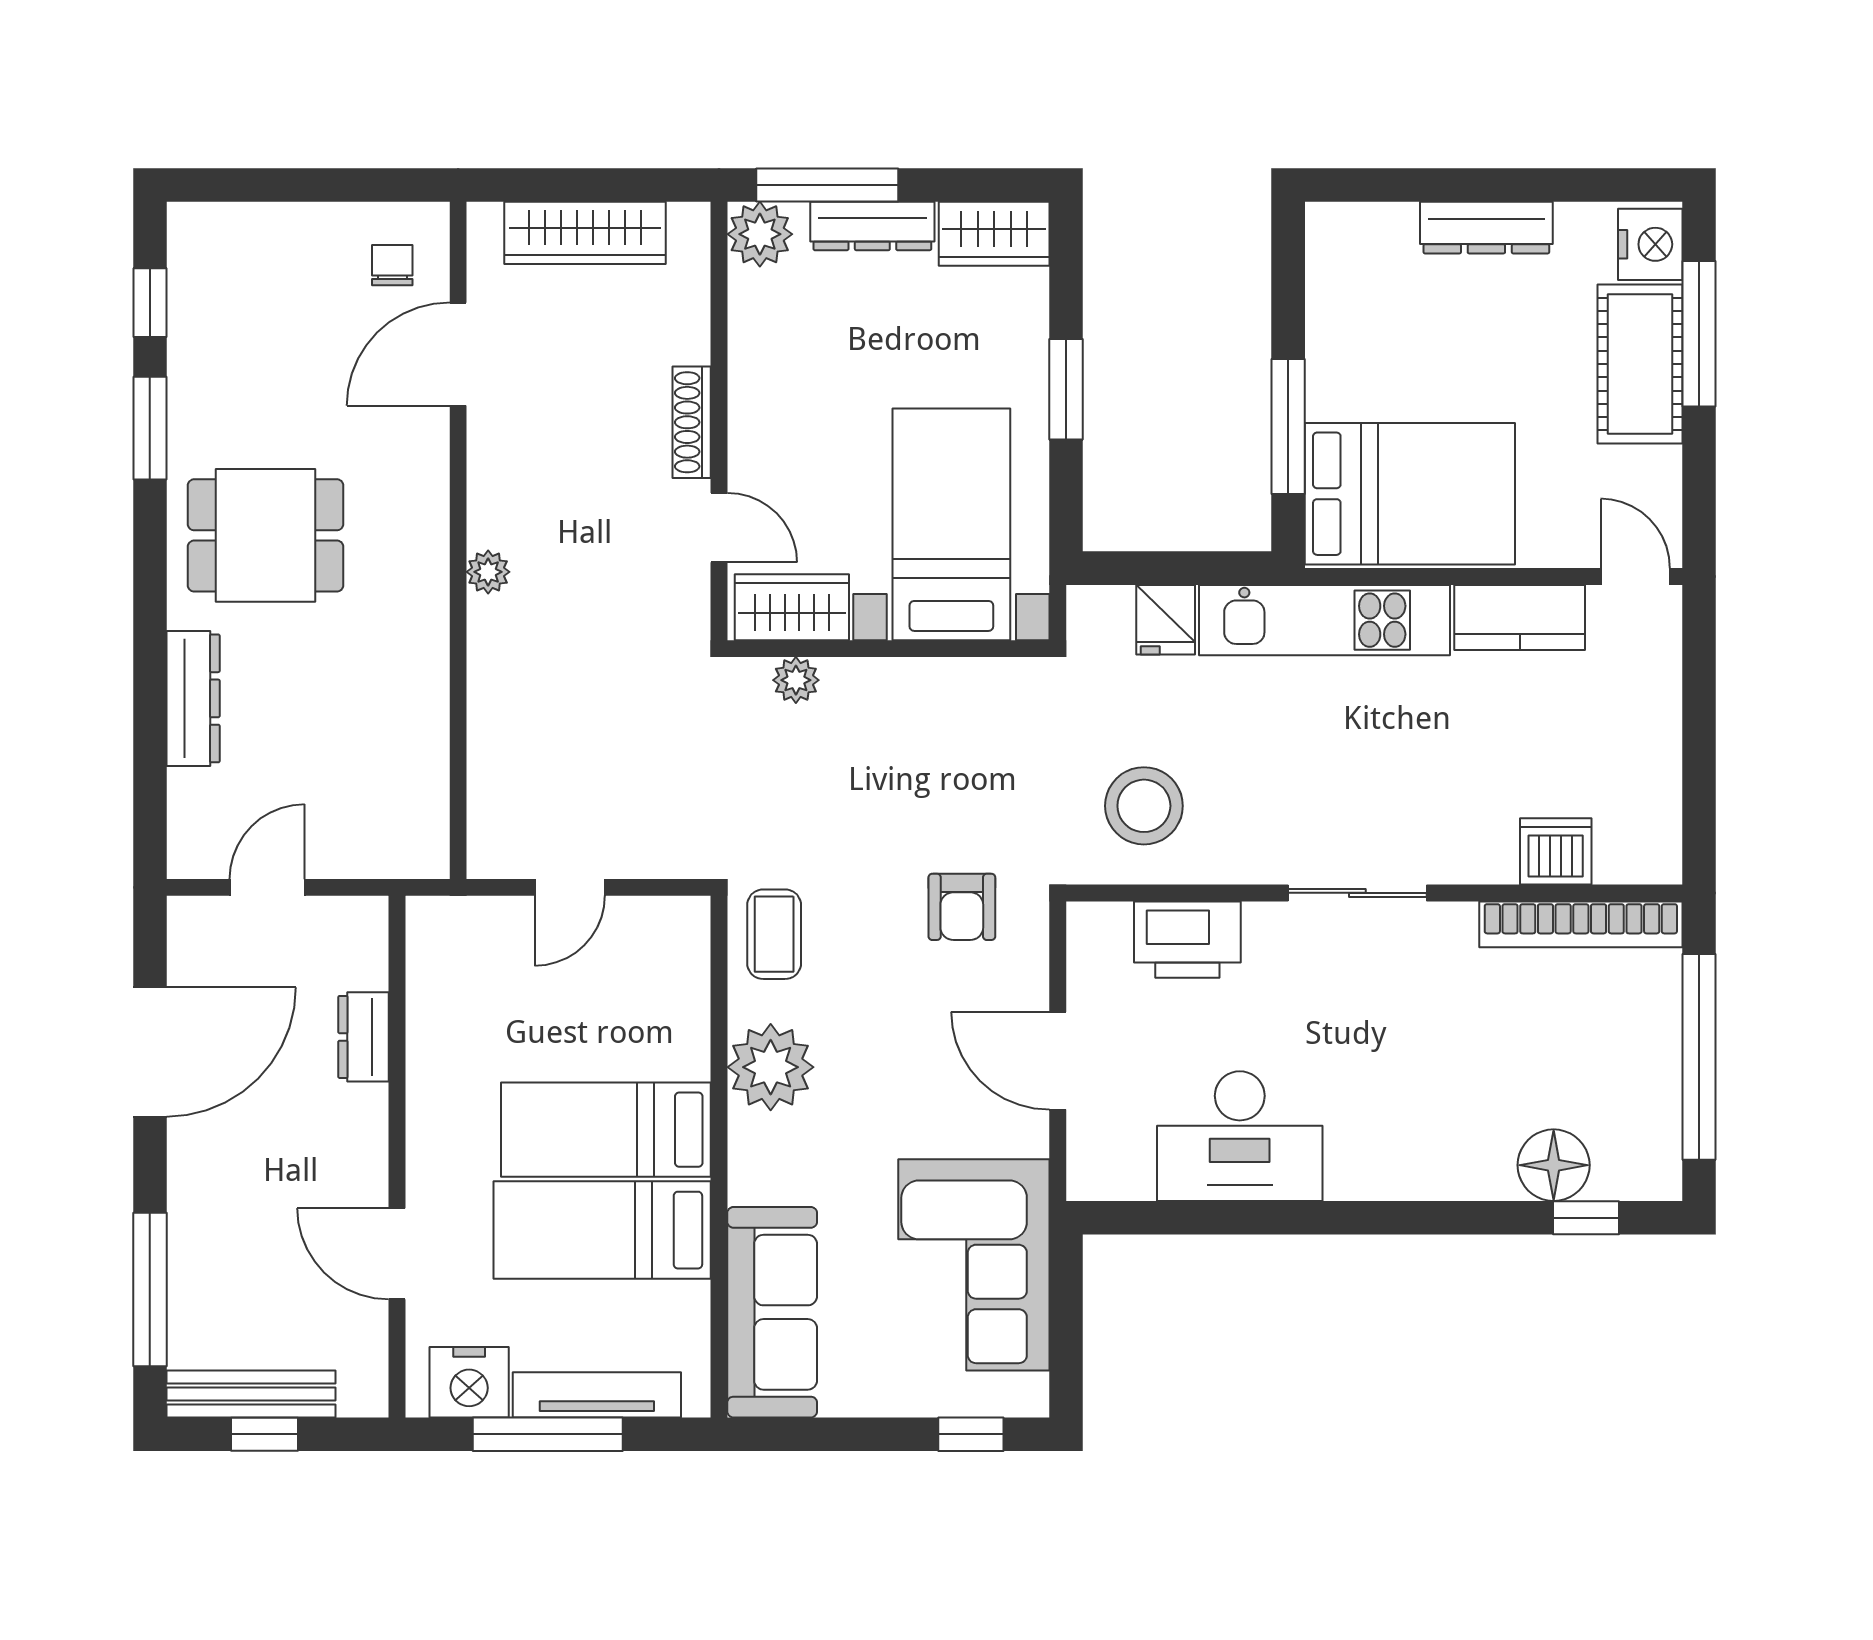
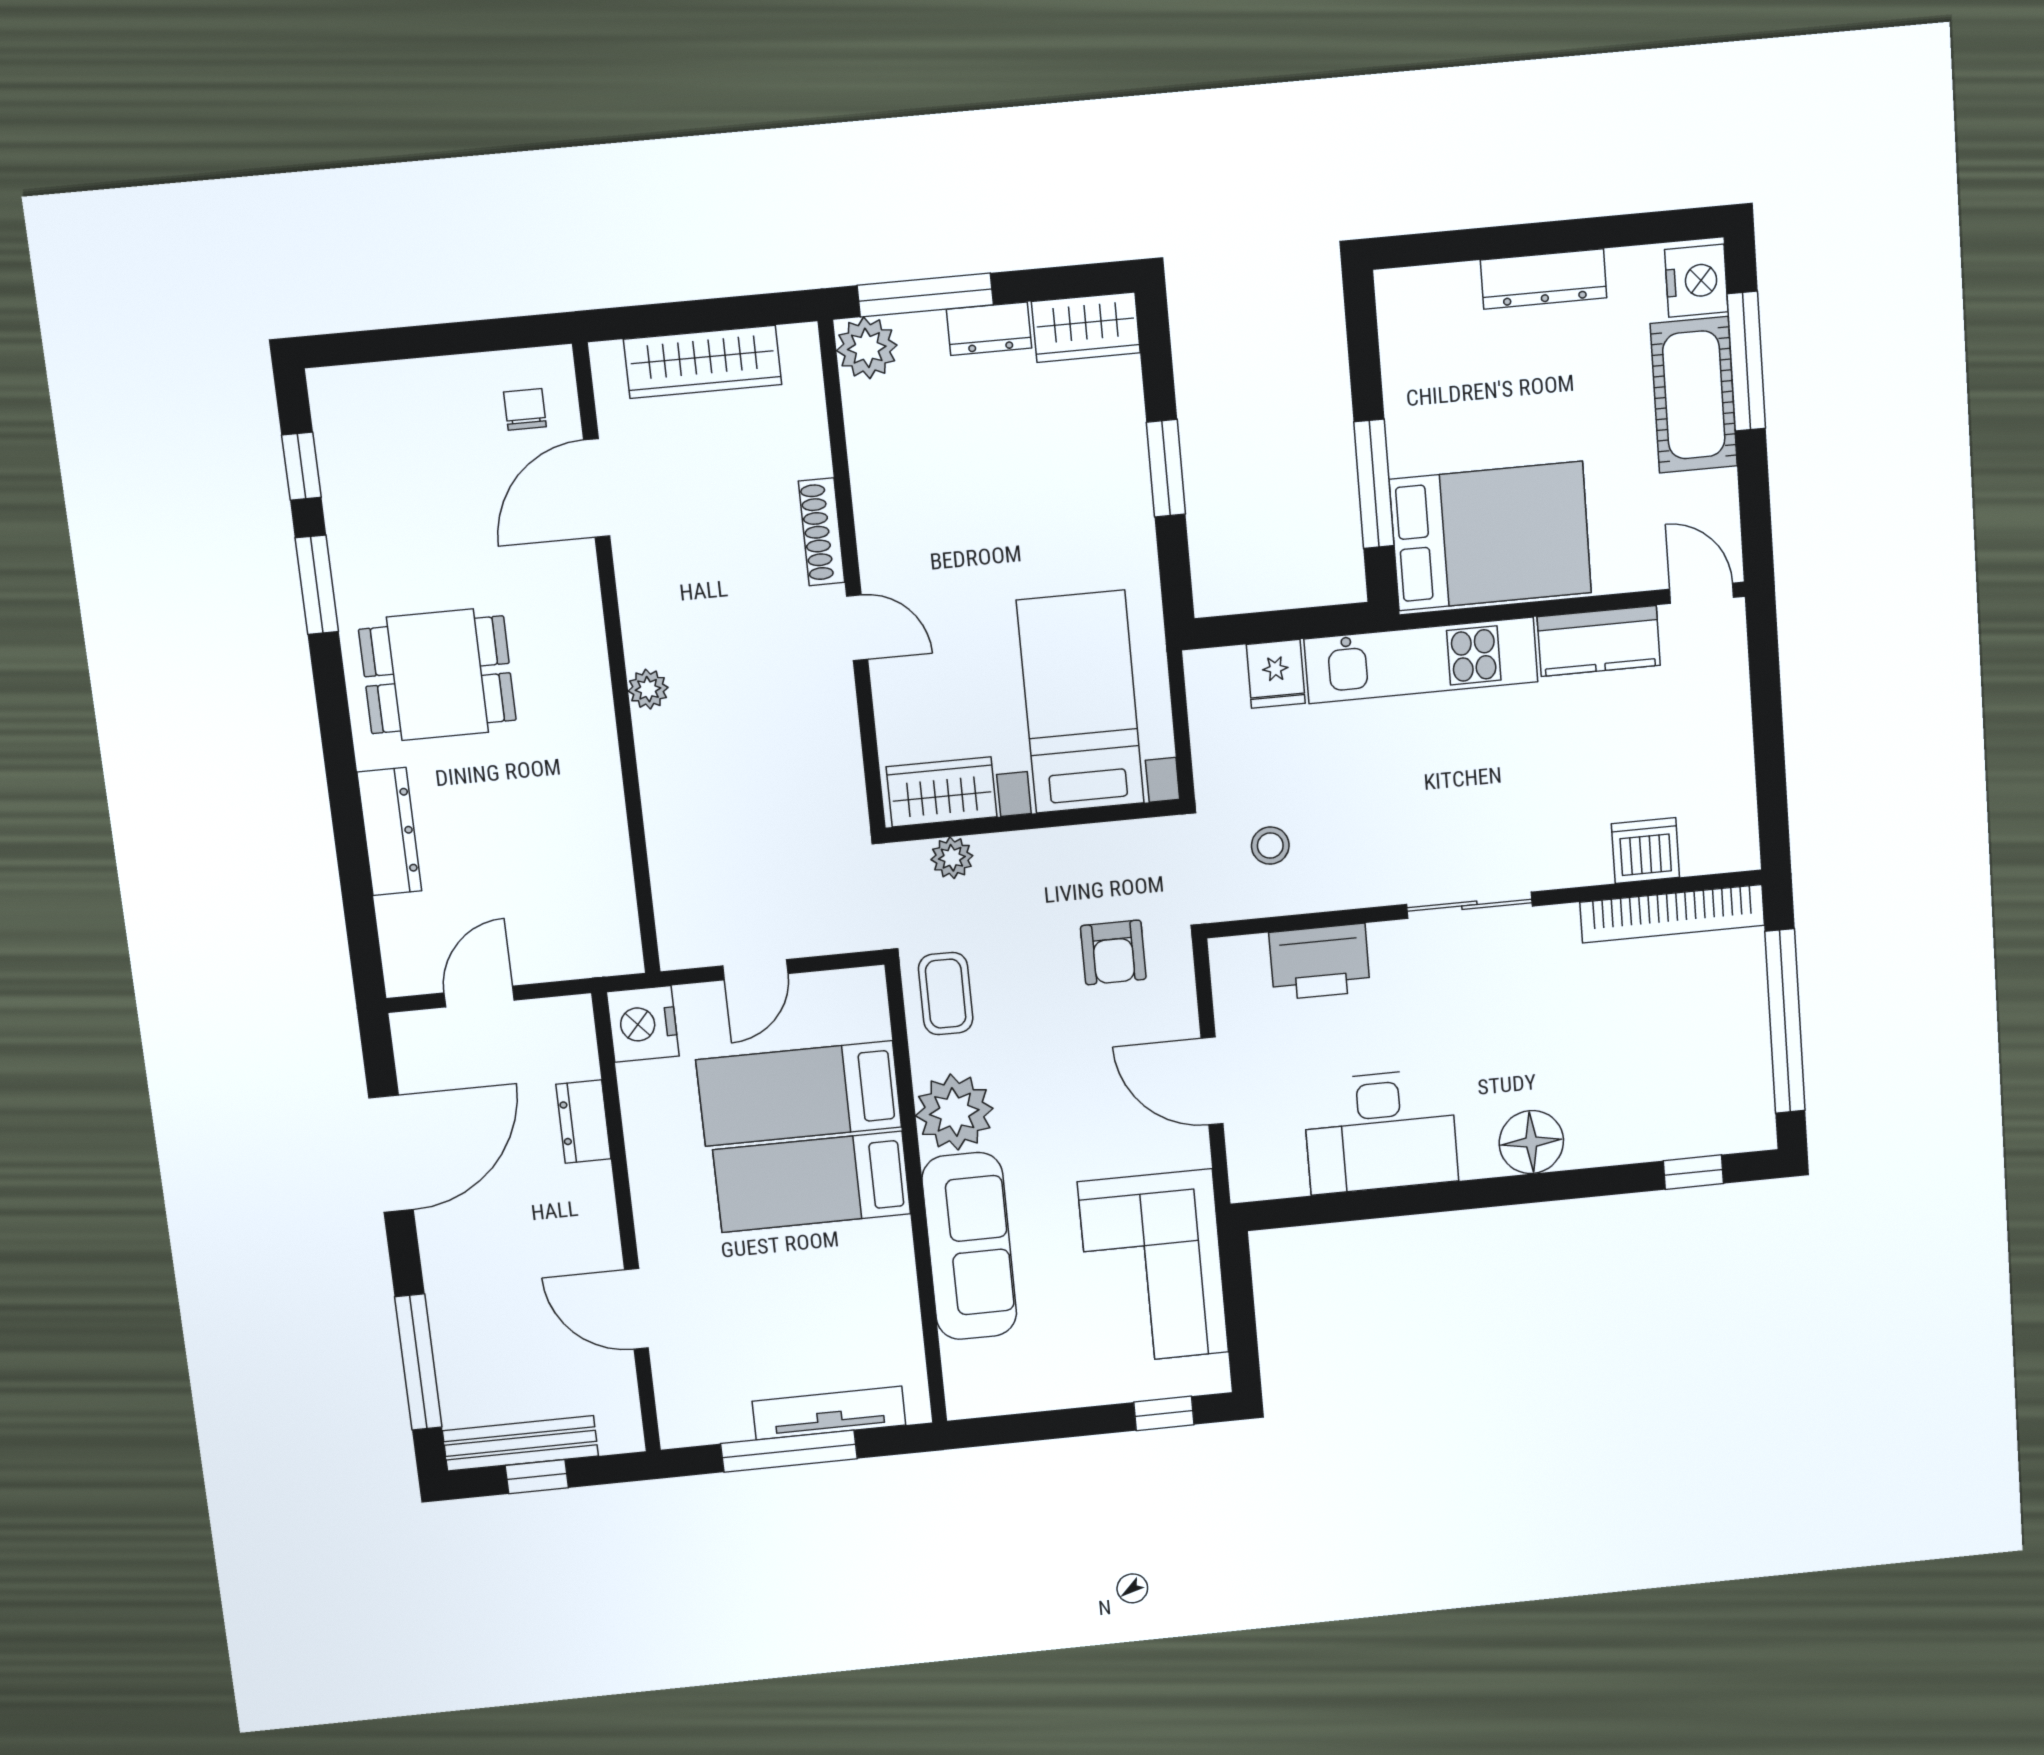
dresser: (872, 226) -> (989, 329), width x0.70
bed with nightstands: (951, 524) -> (1080, 702), moved
wardrobe: (792, 607) -> (942, 792), moved
wall: (888, 649) -> (1034, 821), moved
plant: (796, 680) -> (952, 858), moved
stool: (1144, 806) -> (1270, 846), width x0.53, depth x0.53
floor lamp: (1554, 1165) -> (1531, 1142), moved
bed: (602, 1230) -> (799, 1093), moved
sofa: (772, 1312) -> (969, 1246), moved
nightstand: (469, 1382) -> (643, 1024), moved, turned 90

